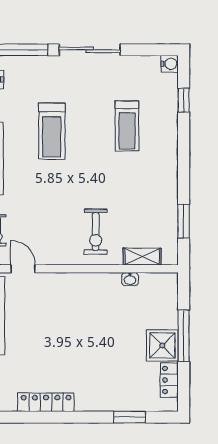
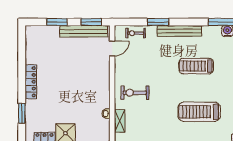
treadmill: (127, 126) -> (199, 112), width x1.37, depth x1.38
locker: (46, 402) -> (31, 82), moved

